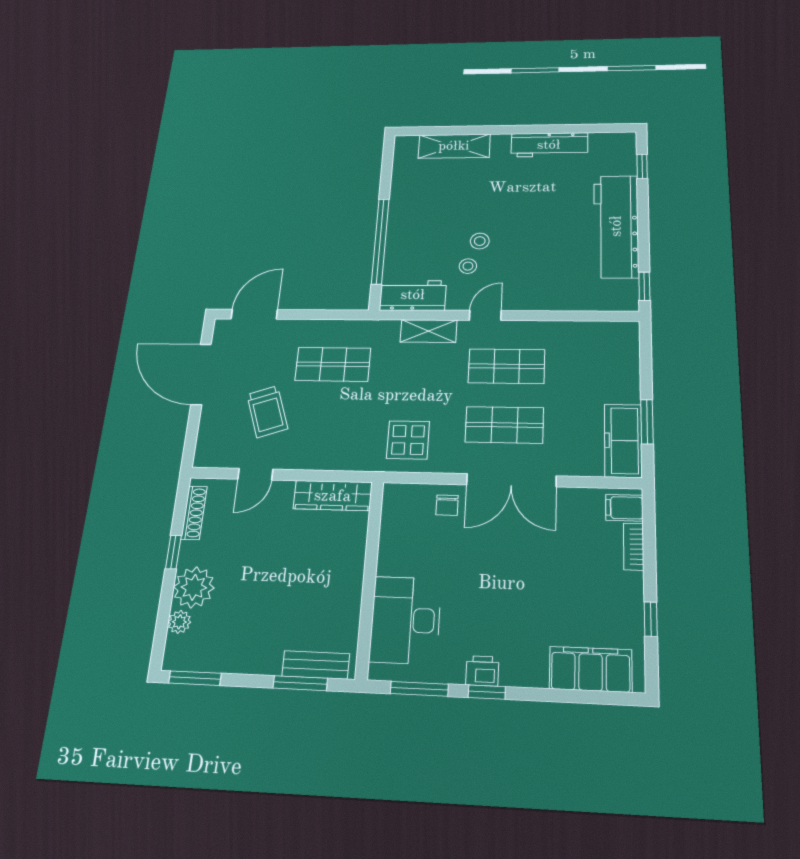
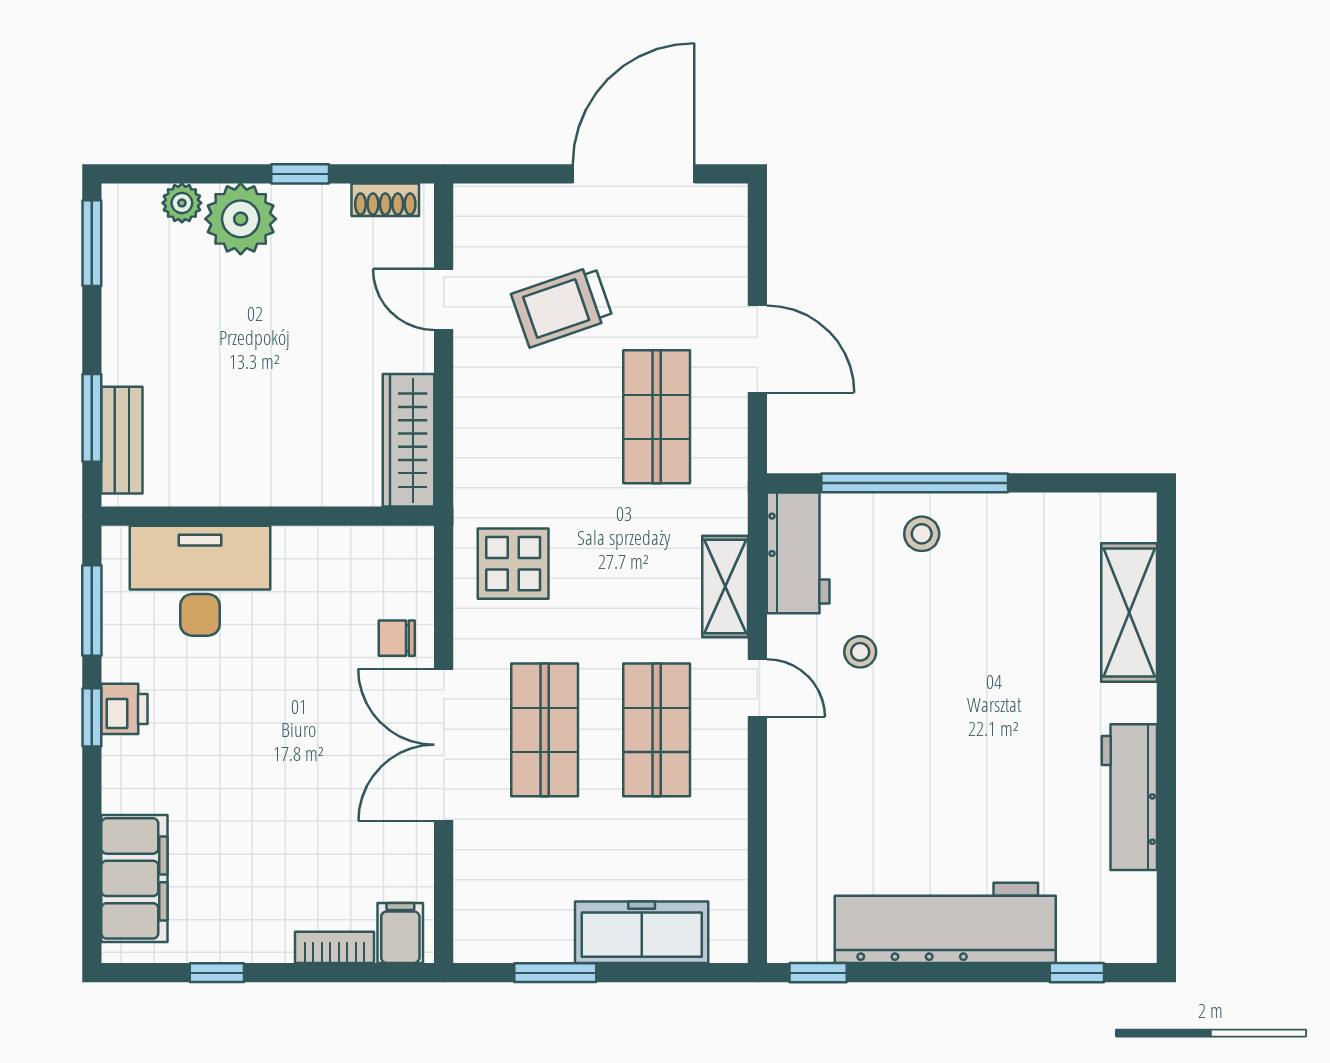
stool: (480, 241) -> (922, 534), moved
door: (254, 314) -> (757, 349), moved
freezer: (623, 441) -> (642, 932), moved
shoe rack: (194, 513) -> (385, 200), width x0.70

